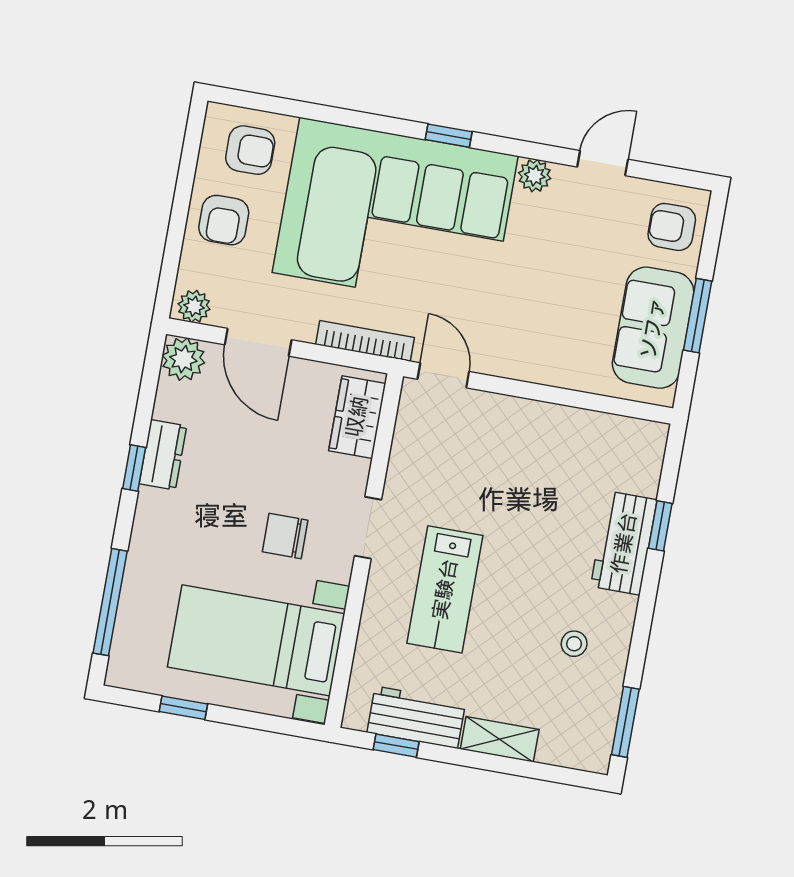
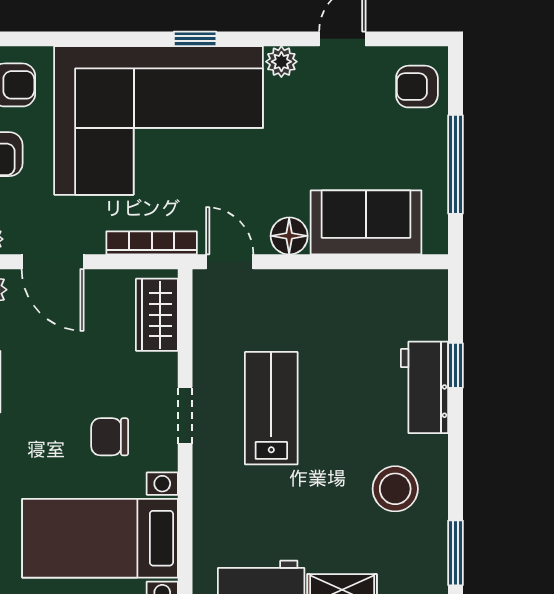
window: (698, 316) -> (456, 164), width x1.44
sofa: (653, 328) -> (366, 222), moved, turned 90
floor lamp: (510, 359) -> (289, 236), added
lab bench: (445, 589) -> (271, 408), moved, turned 180
stool: (574, 644) -> (395, 489), width x1.89, depth x1.89

